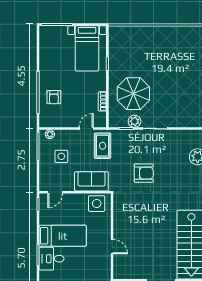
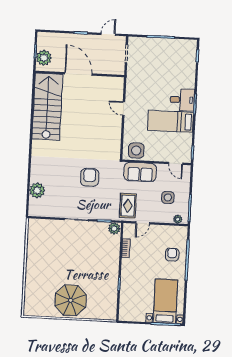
bed with nightstands: (87, 48) -> (165, 301), moved
parasol: (133, 94) -> (71, 300), moved
plant: (134, 121) -> (114, 228), moved
armchair: (144, 173) -> (90, 177), turned 90
door: (55, 192) -> (176, 163), swing flipped

